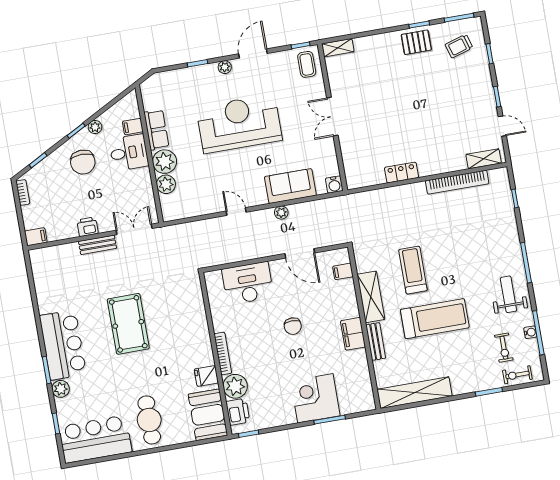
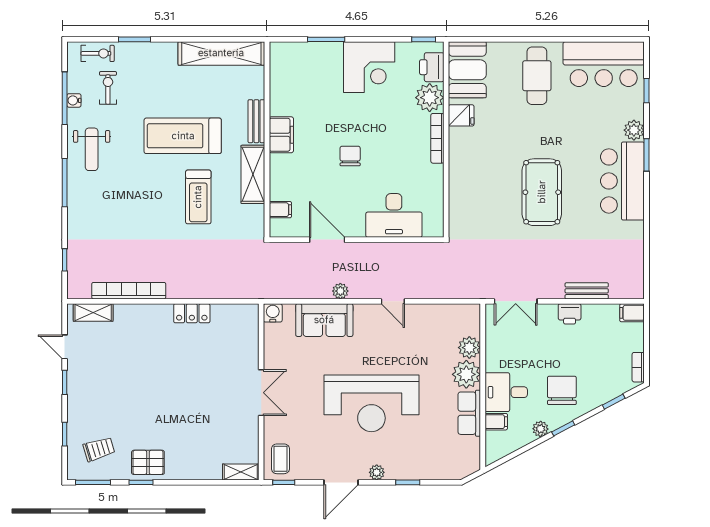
bench: (97, 245) -> (587, 291), moved
corner desk: (315, 398) -> (369, 67), moved

